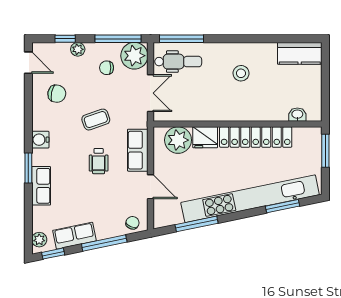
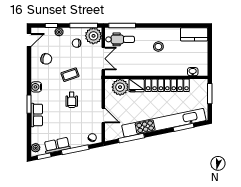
door: (28, 63) -> (29, 40), hinge flipped
row of seats: (138, 150) -> (96, 93), removed

